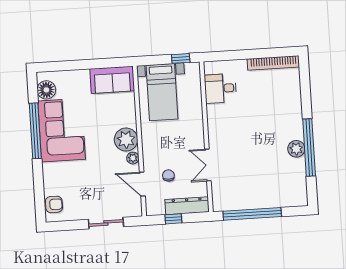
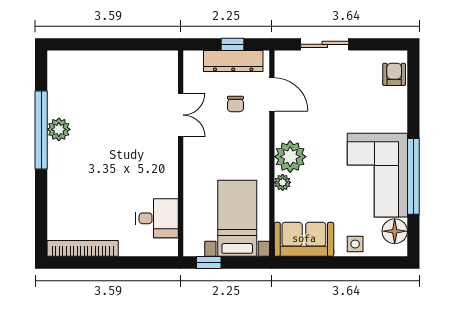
side table: (75, 79) -> (355, 244), added
plant: (133, 158) -> (283, 182), moved
armchair: (54, 204) -> (394, 74), turned 90
dresser: (187, 206) -> (233, 61), moved
window: (252, 214) -> (124, 44), removed

